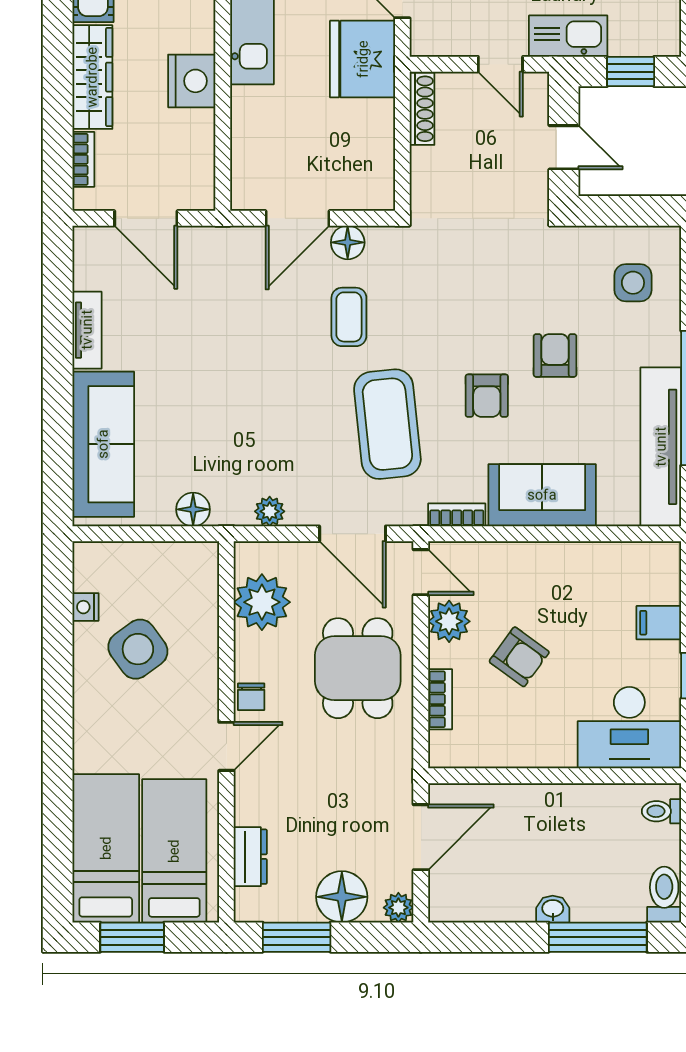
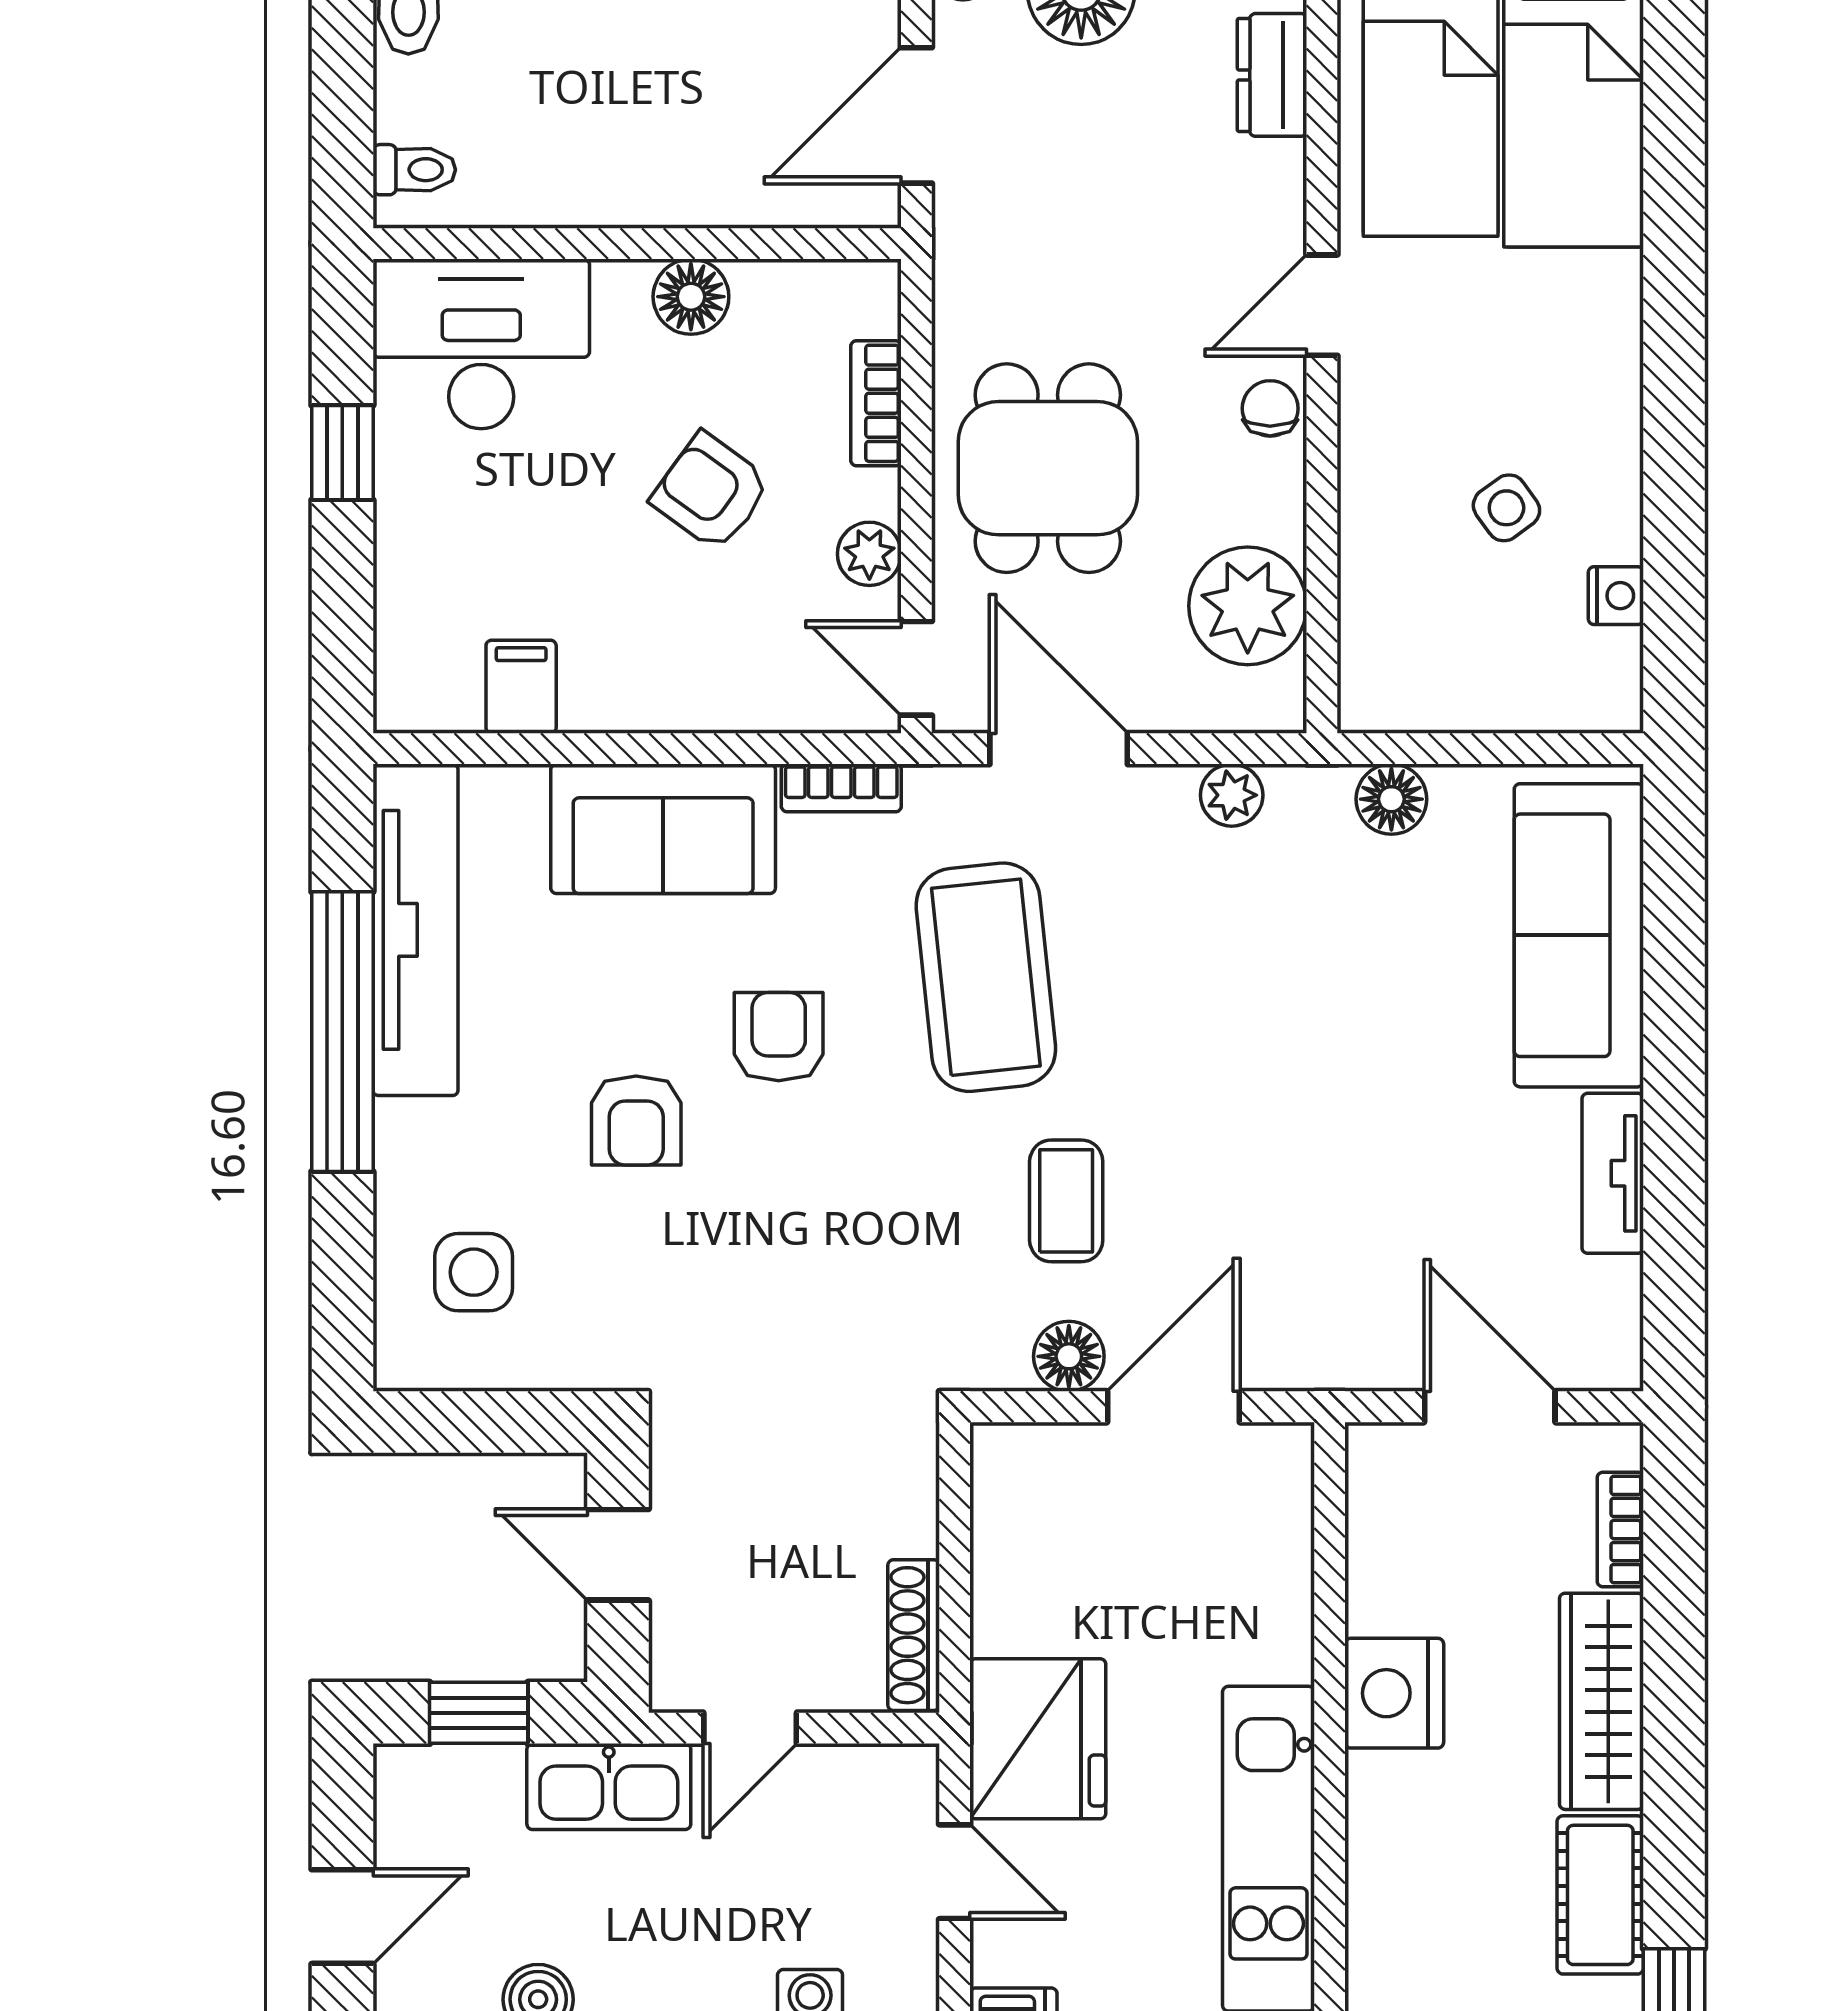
door: (500, 64) -> (750, 1728), swing flipped
plant: (449, 621) -> (869, 554), width x0.73, depth x0.73
filing cabinet: (659, 623) -> (521, 687), moved, turned -90
side table: (138, 649) -> (1506, 508), width x0.54, depth x0.54
floor lamp: (529, 750) -> (691, 297), added

